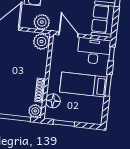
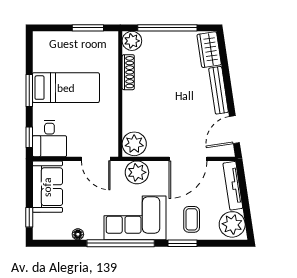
desk: (94, 51) -> (49, 139), width x0.73
floor lamp: (53, 101) -> (108, 59), removed

